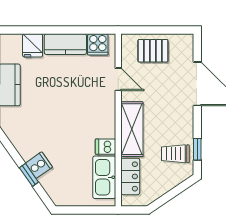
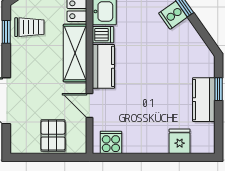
kitchen counter: (65, 44) -> (103, 66), moved, turned 90
pallet: (153, 51) -> (53, 136), turned 90

